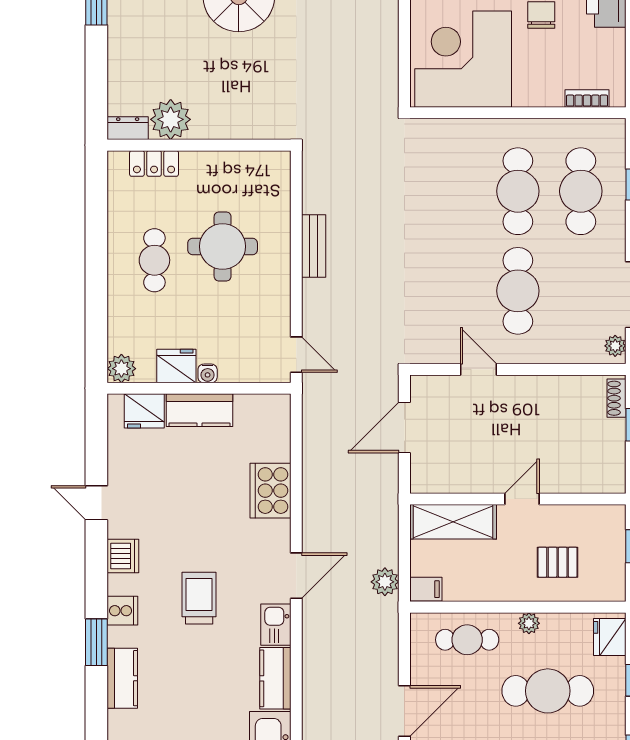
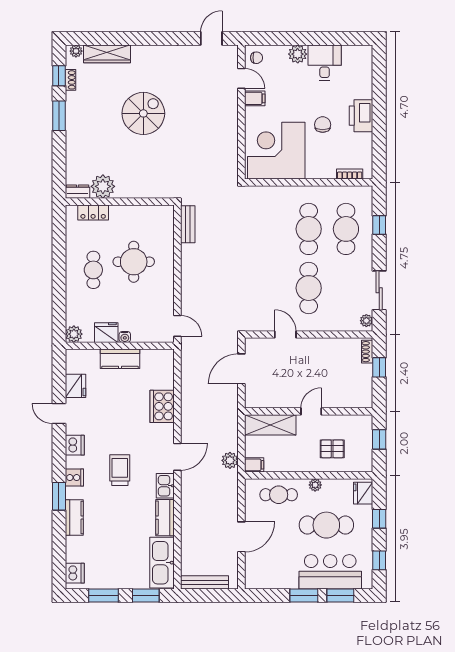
bench: (314, 246) -> (188, 224), moved
fridge: (144, 411) -> (75, 386), moved, turned -90

